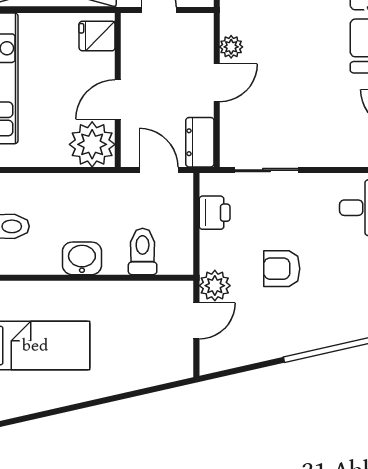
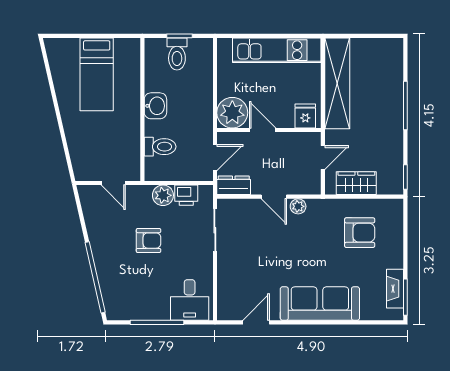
armchair: (282, 269) -> (149, 241), turned 90
plant: (215, 286) -> (163, 195), moved

